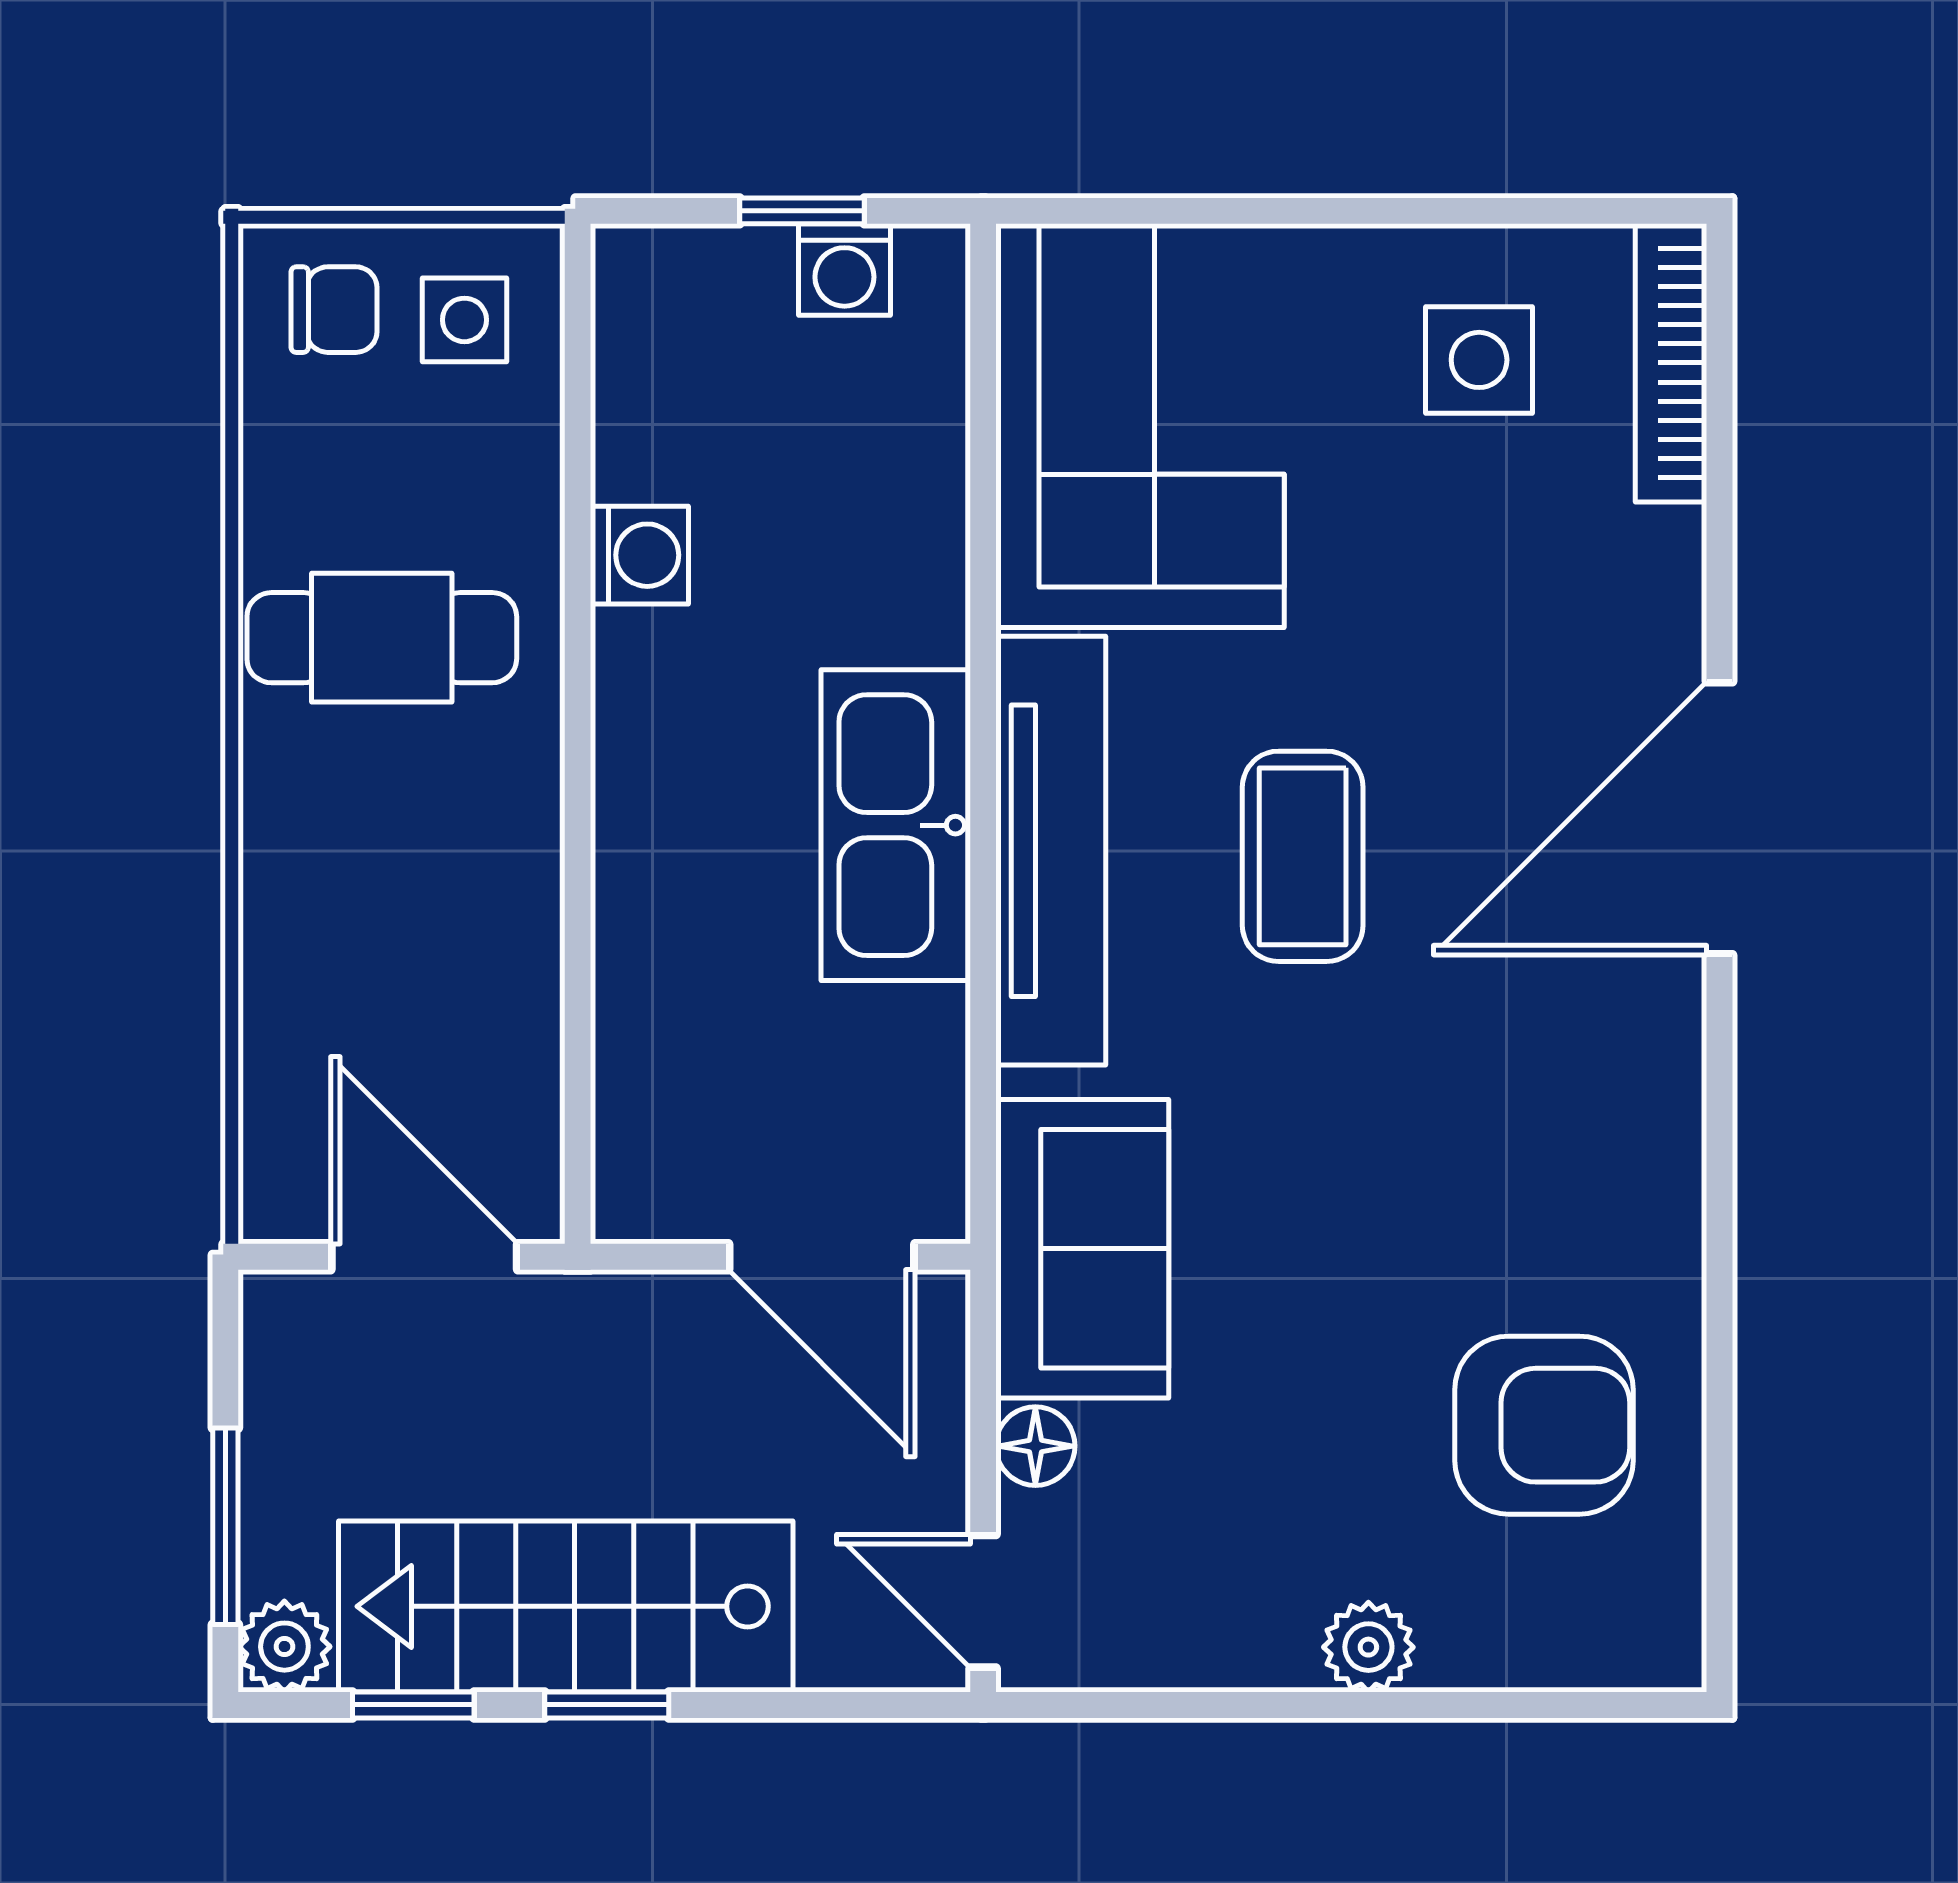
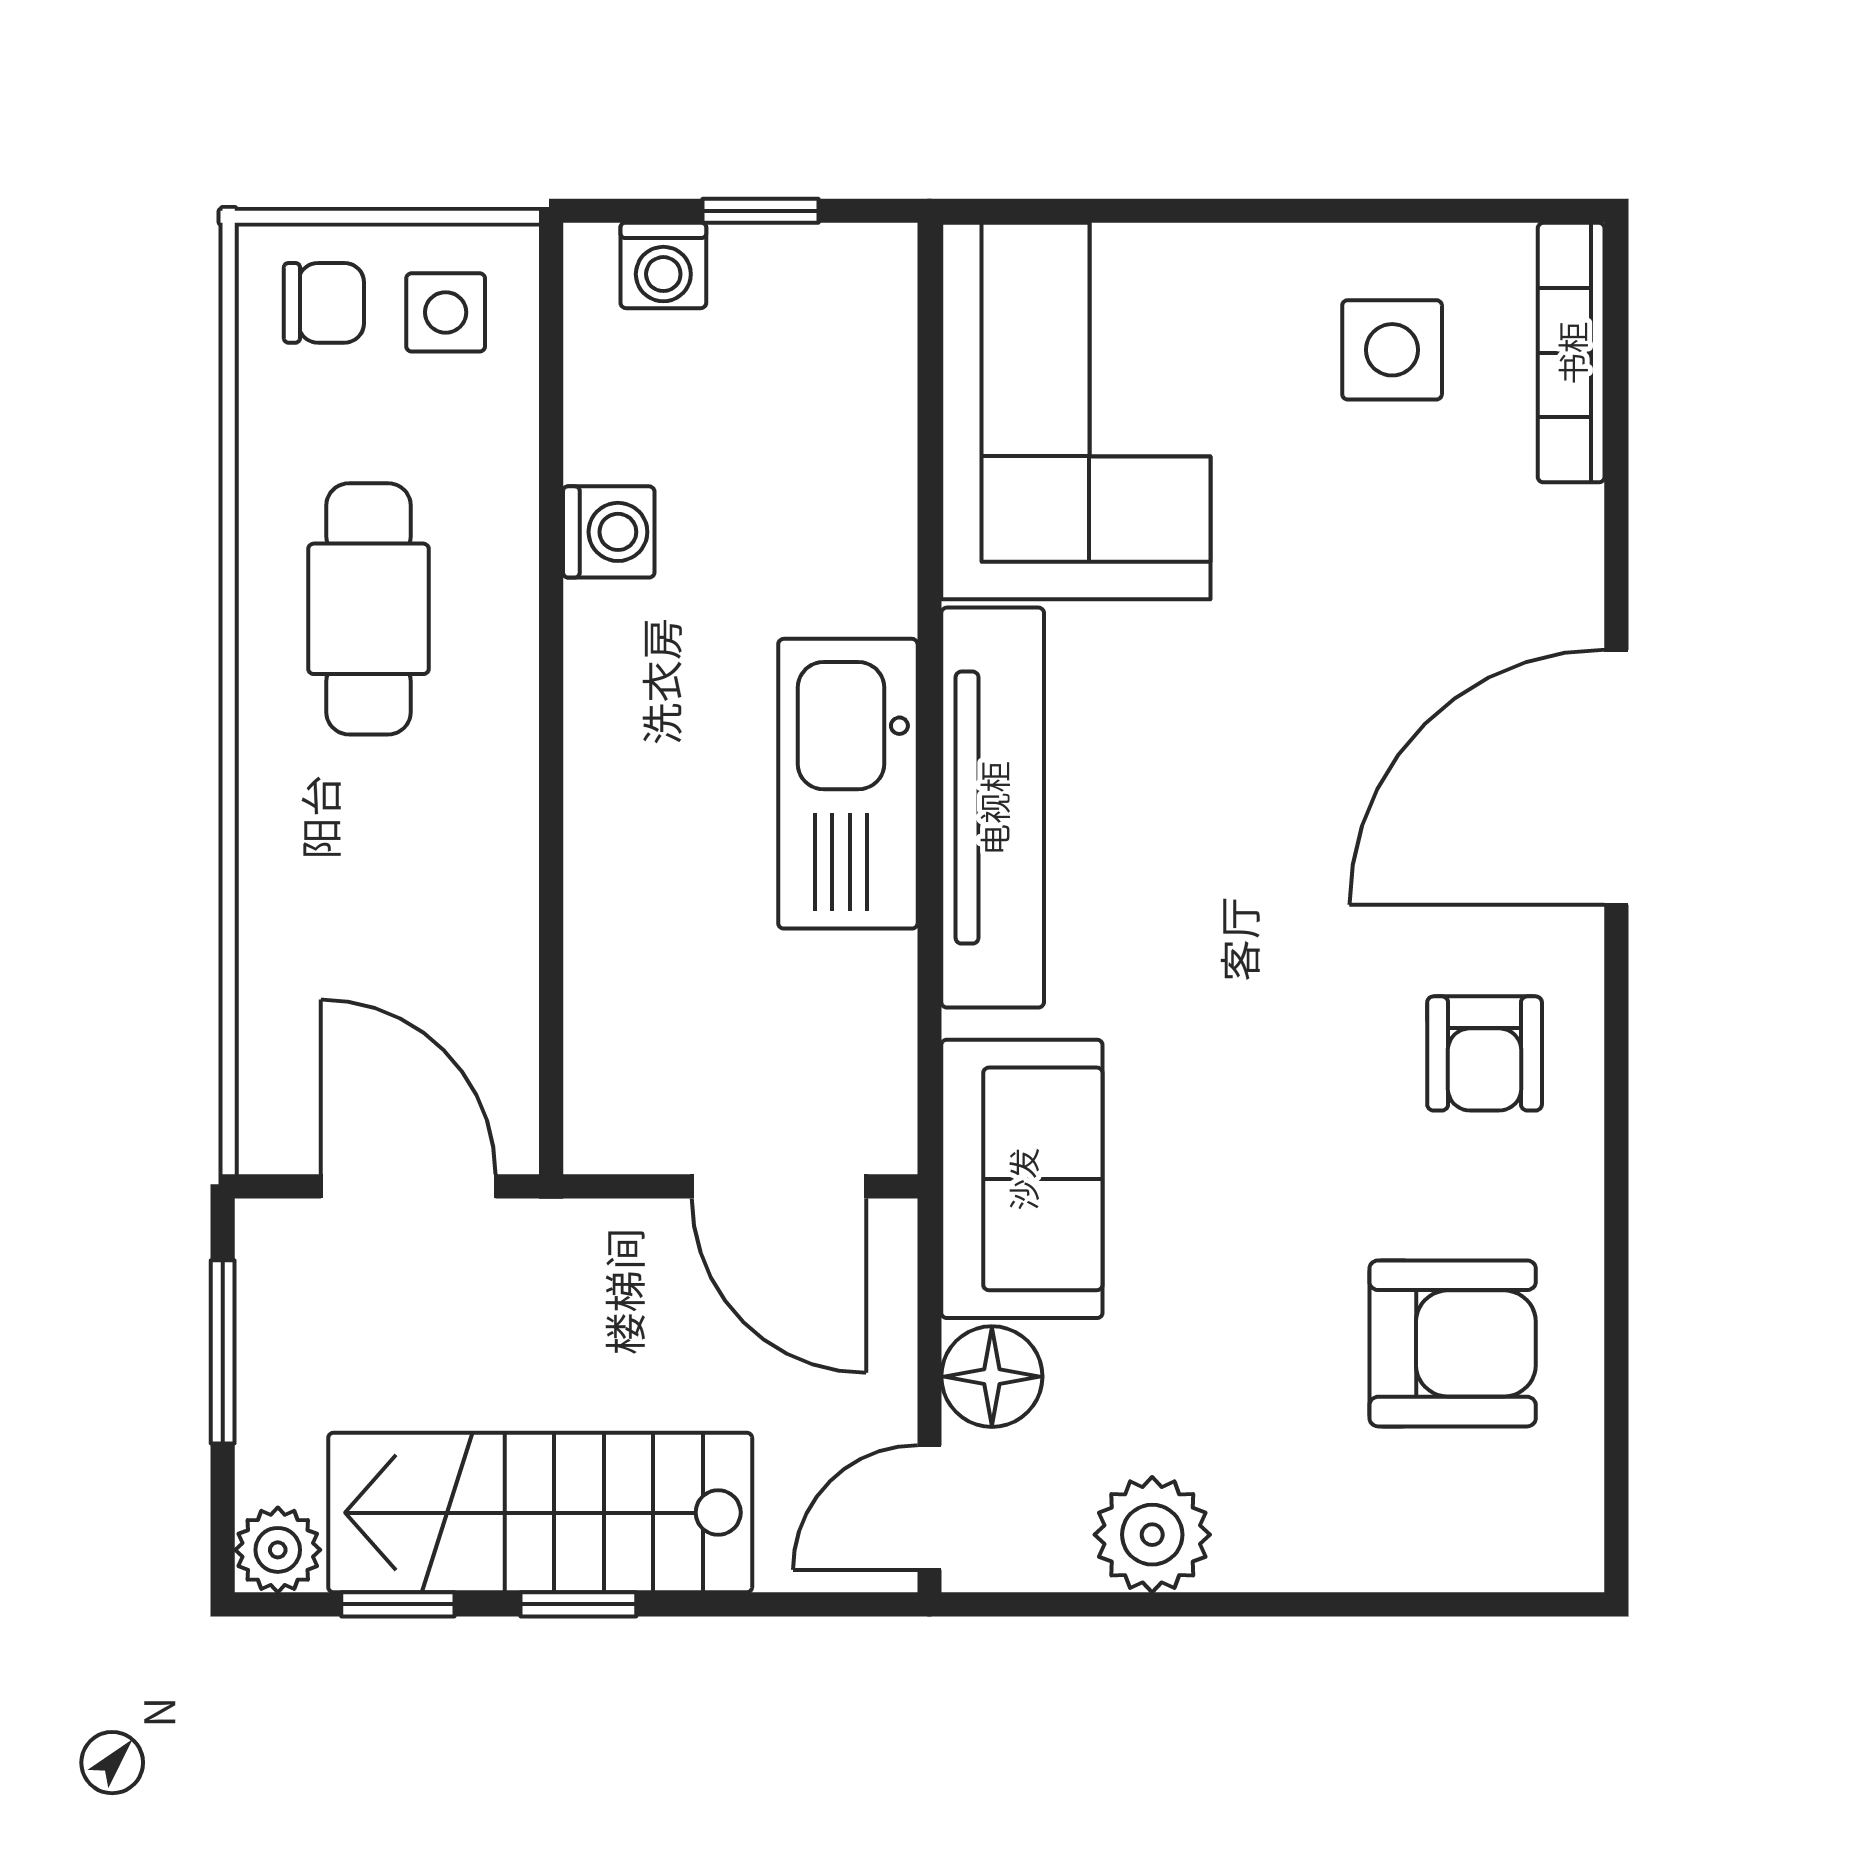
washing machine: (844, 270) -> (663, 265), moved
cafe table: (382, 638) -> (369, 609), turned 90
coffee table: (1303, 856) -> (1227, 813), removed
armchair: (1578, 1114) -> (1485, 1053), added
floor lamp: (1035, 1446) -> (992, 1377), width x1.37, depth x1.37
window: (225, 1526) -> (223, 1352), moved
door: (983, 1601) -> (929, 1508), hinge flipped
plant: (1368, 1647) -> (1152, 1535), moved, width x1.38, depth x1.38

